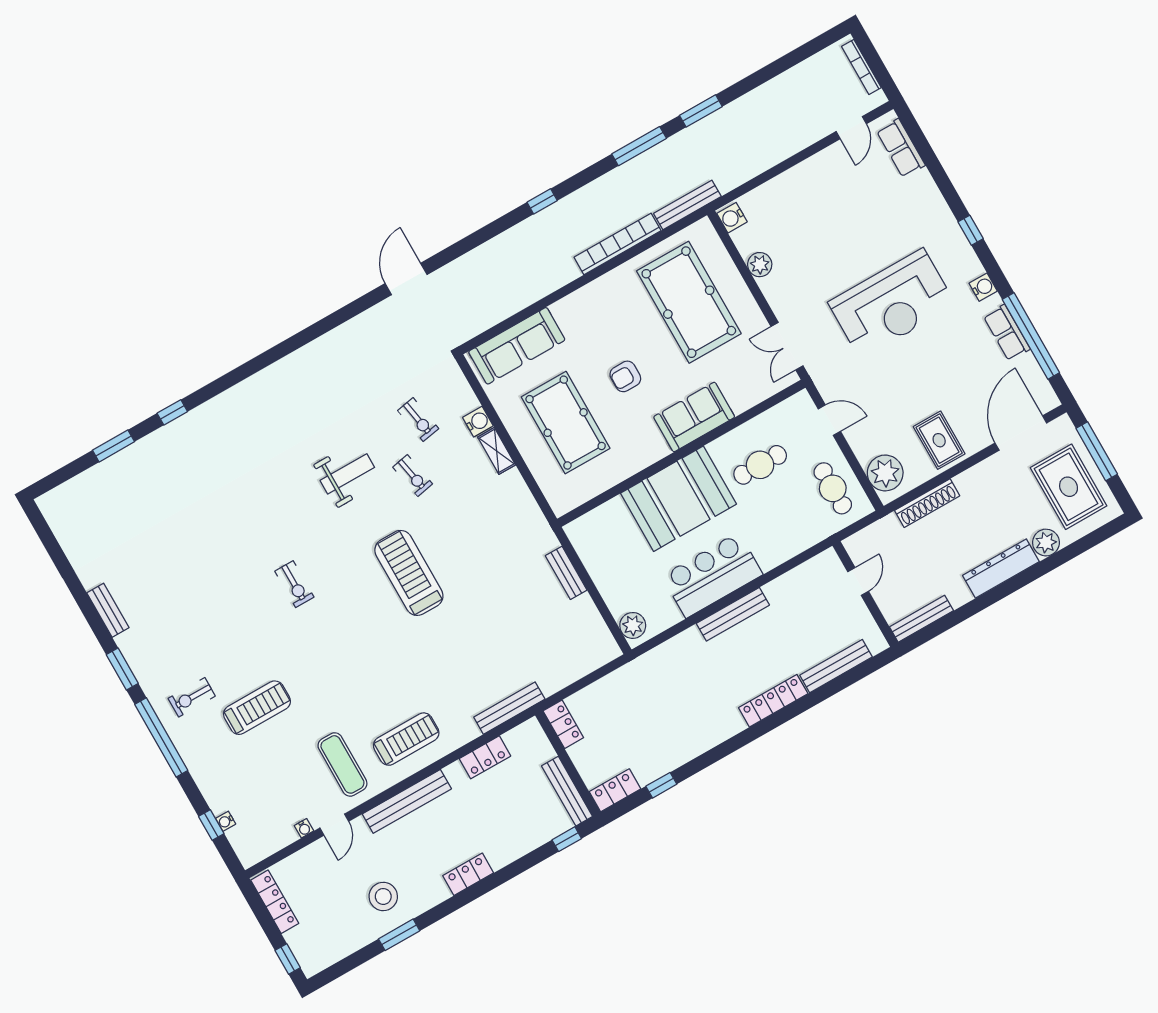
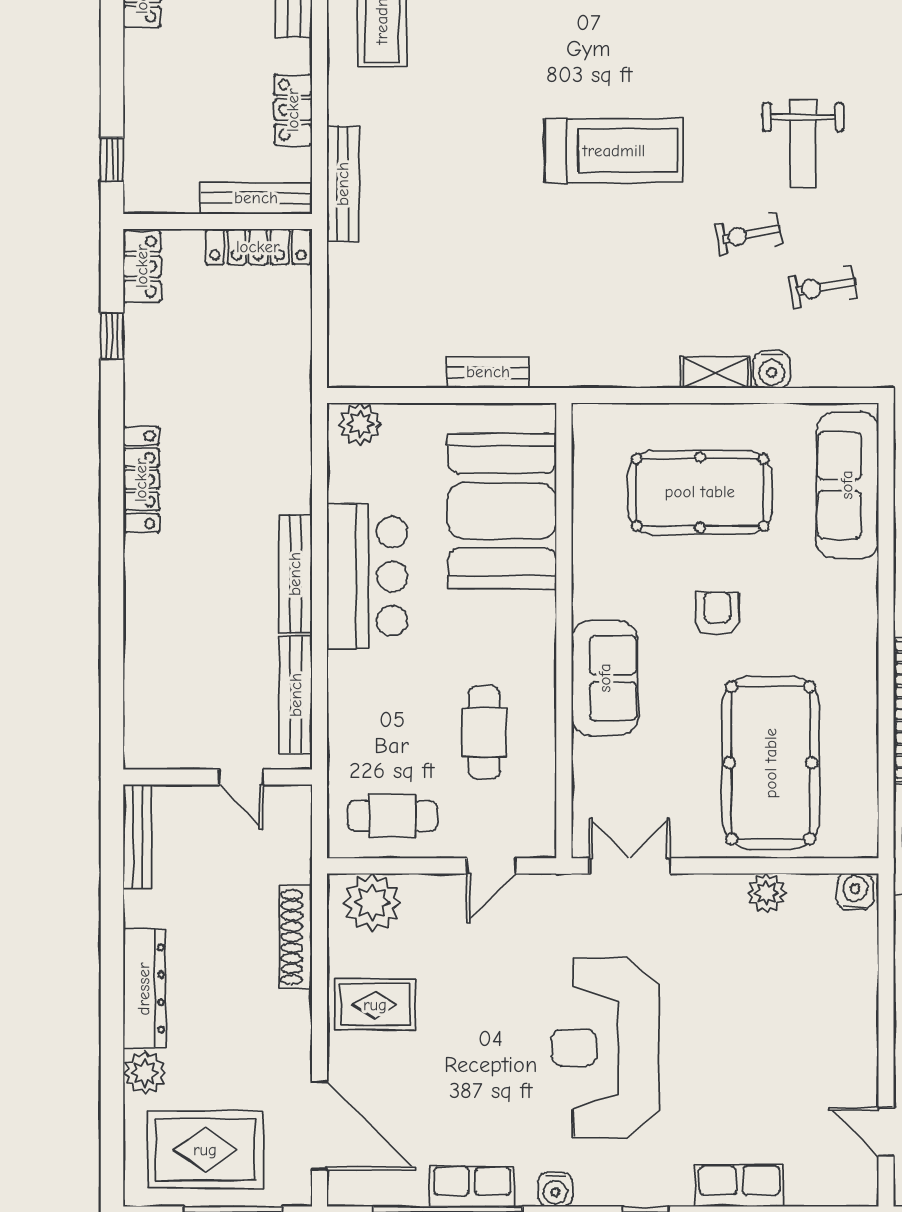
row of seats: (901, 148) -> (739, 1185), moved
pool table: (689, 302) -> (771, 763), turned 90
booth: (679, 499) -> (502, 511), moved
bench: (836, 666) -> (296, 695), moved
locker: (773, 701) -> (141, 480), moved
locker: (563, 724) -> (258, 247), width x1.53
bench: (567, 791) -> (256, 198), moved

